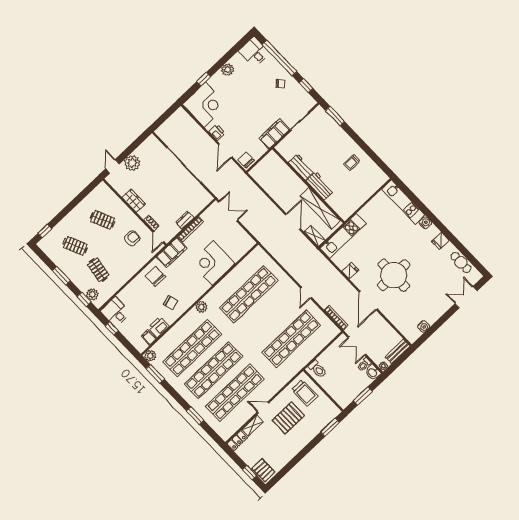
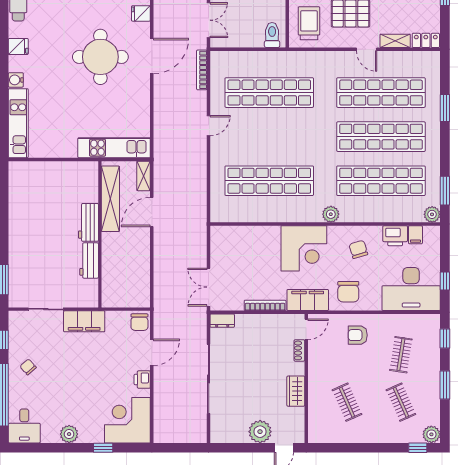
trolley: (352, 162) -> (32, 215), removed
dresser: (185, 220) -> (222, 321), moved
armchair: (132, 238) -> (358, 335), moved
corner desk: (213, 263) -> (304, 248), moved
fridge: (350, 271) -> (141, 13), moved
plant: (92, 294) -> (431, 434), moved
desk: (116, 312) -> (411, 289), width x1.87, depth x1.30

